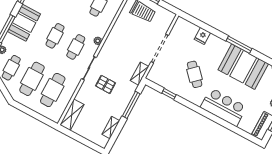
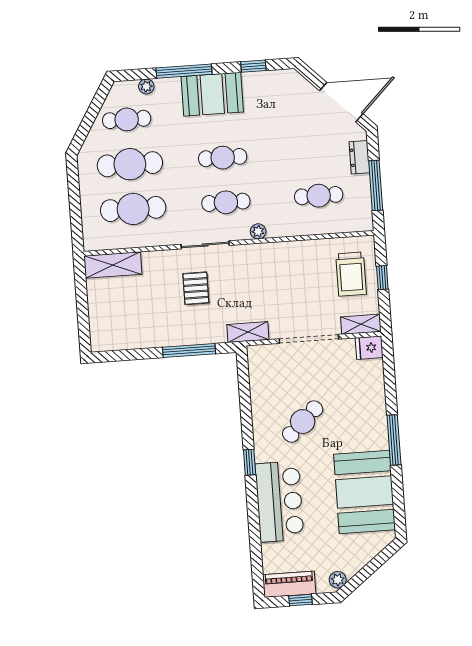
fridge: (202, 36) -> (369, 348), moved
window: (239, 45) -> (394, 440), moved
window: (169, 94) -> (250, 462), moved
shelving: (111, 128) -> (361, 324), moved

